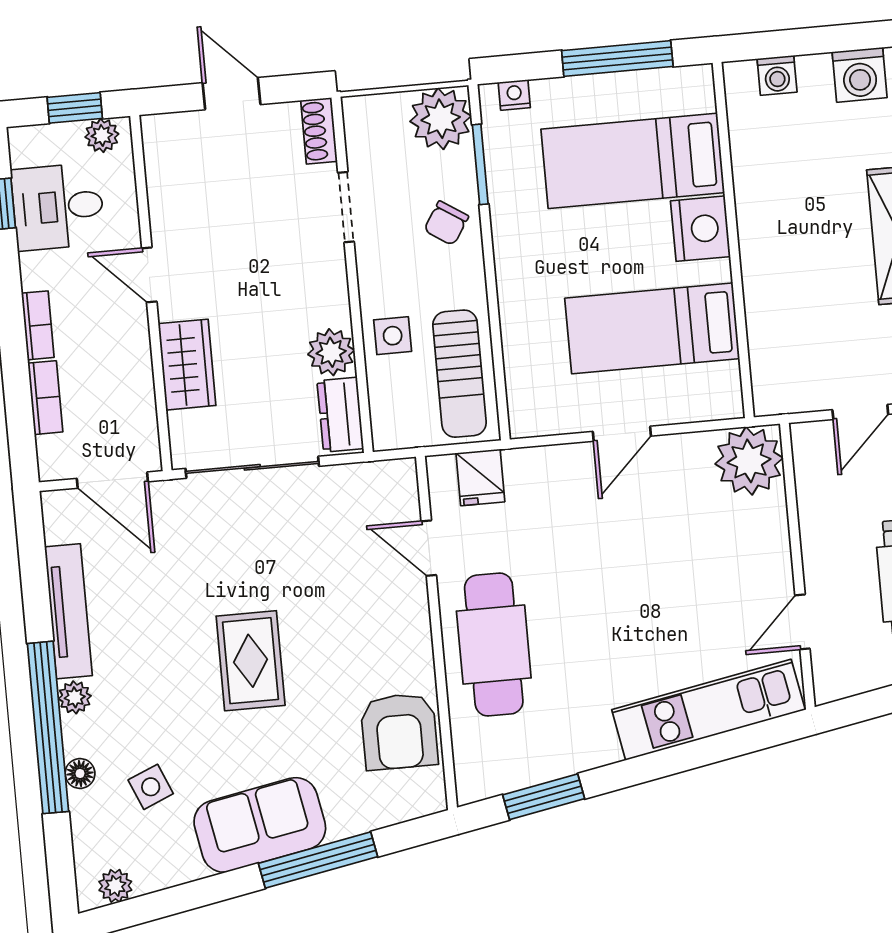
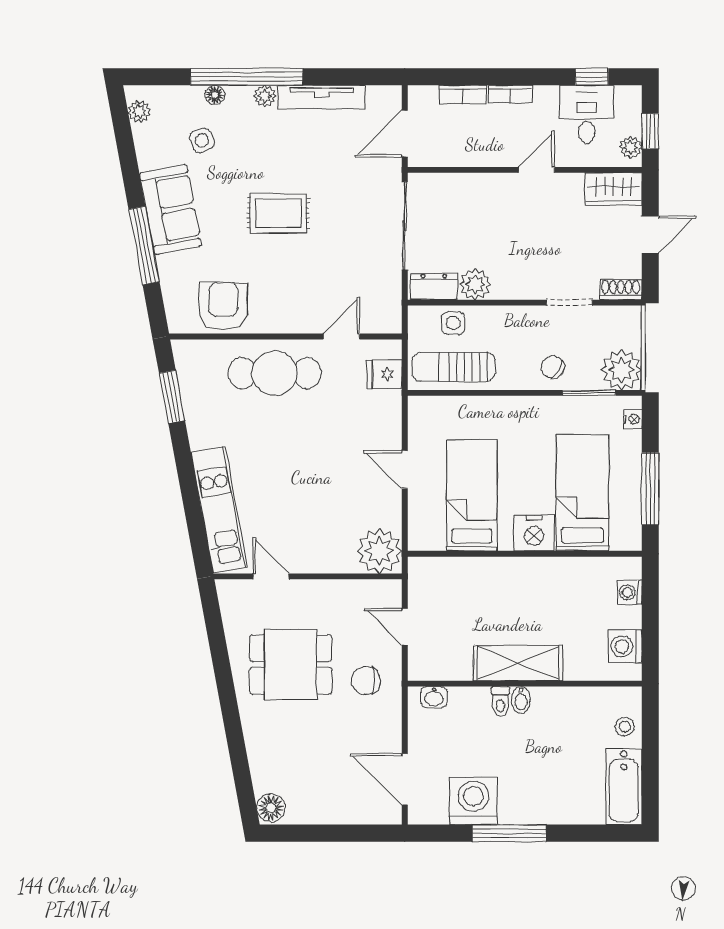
side table: (393, 336) -> (453, 323), moved
wardrobe: (187, 365) -> (613, 189), moved
armchair: (399, 731) -> (223, 306), turned 90

